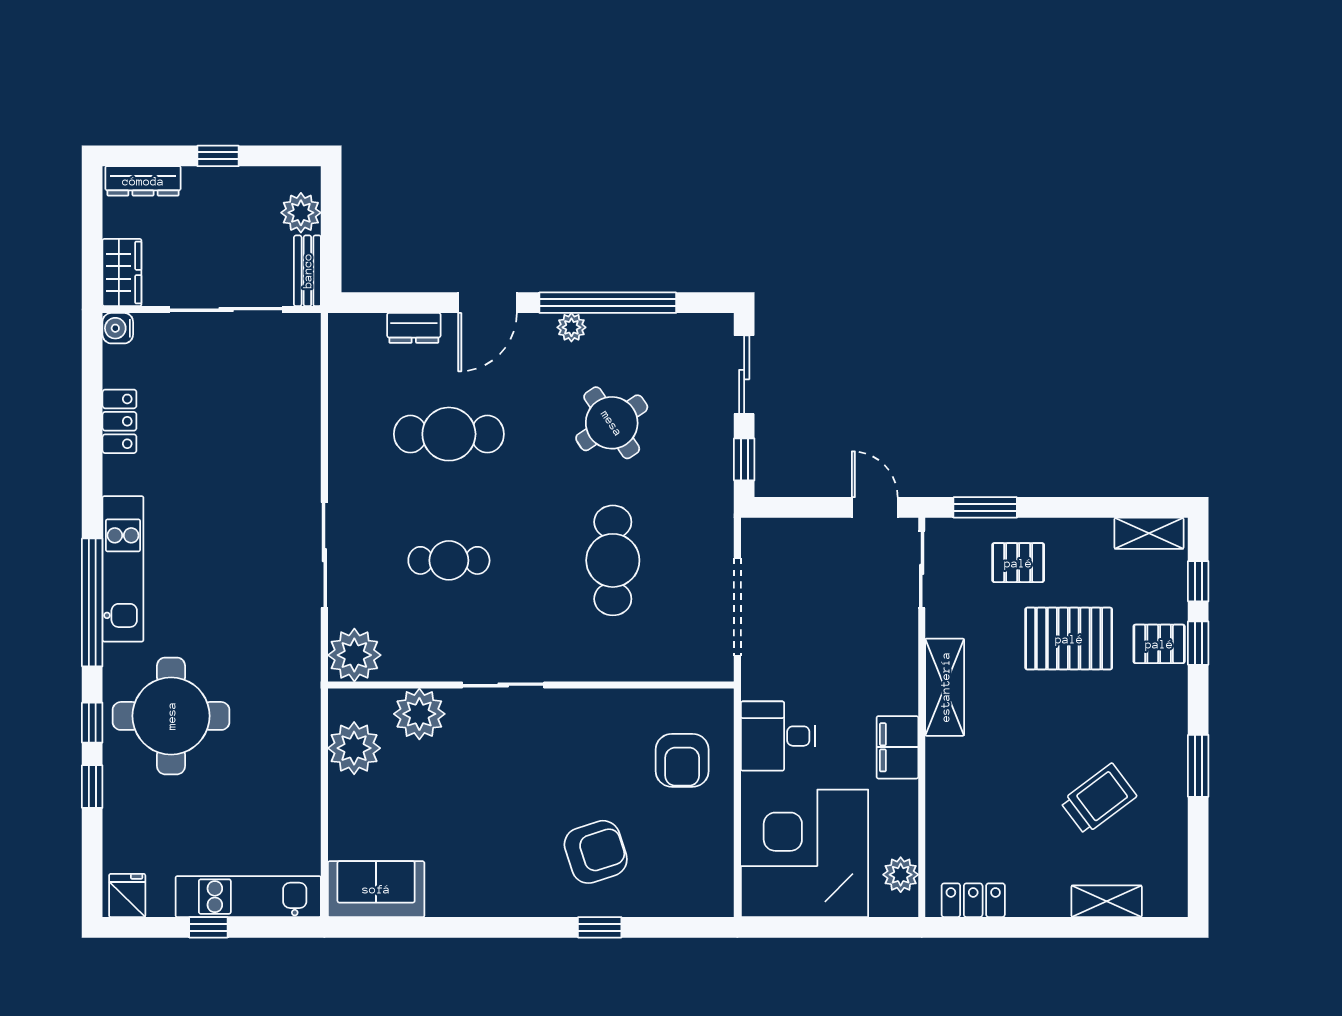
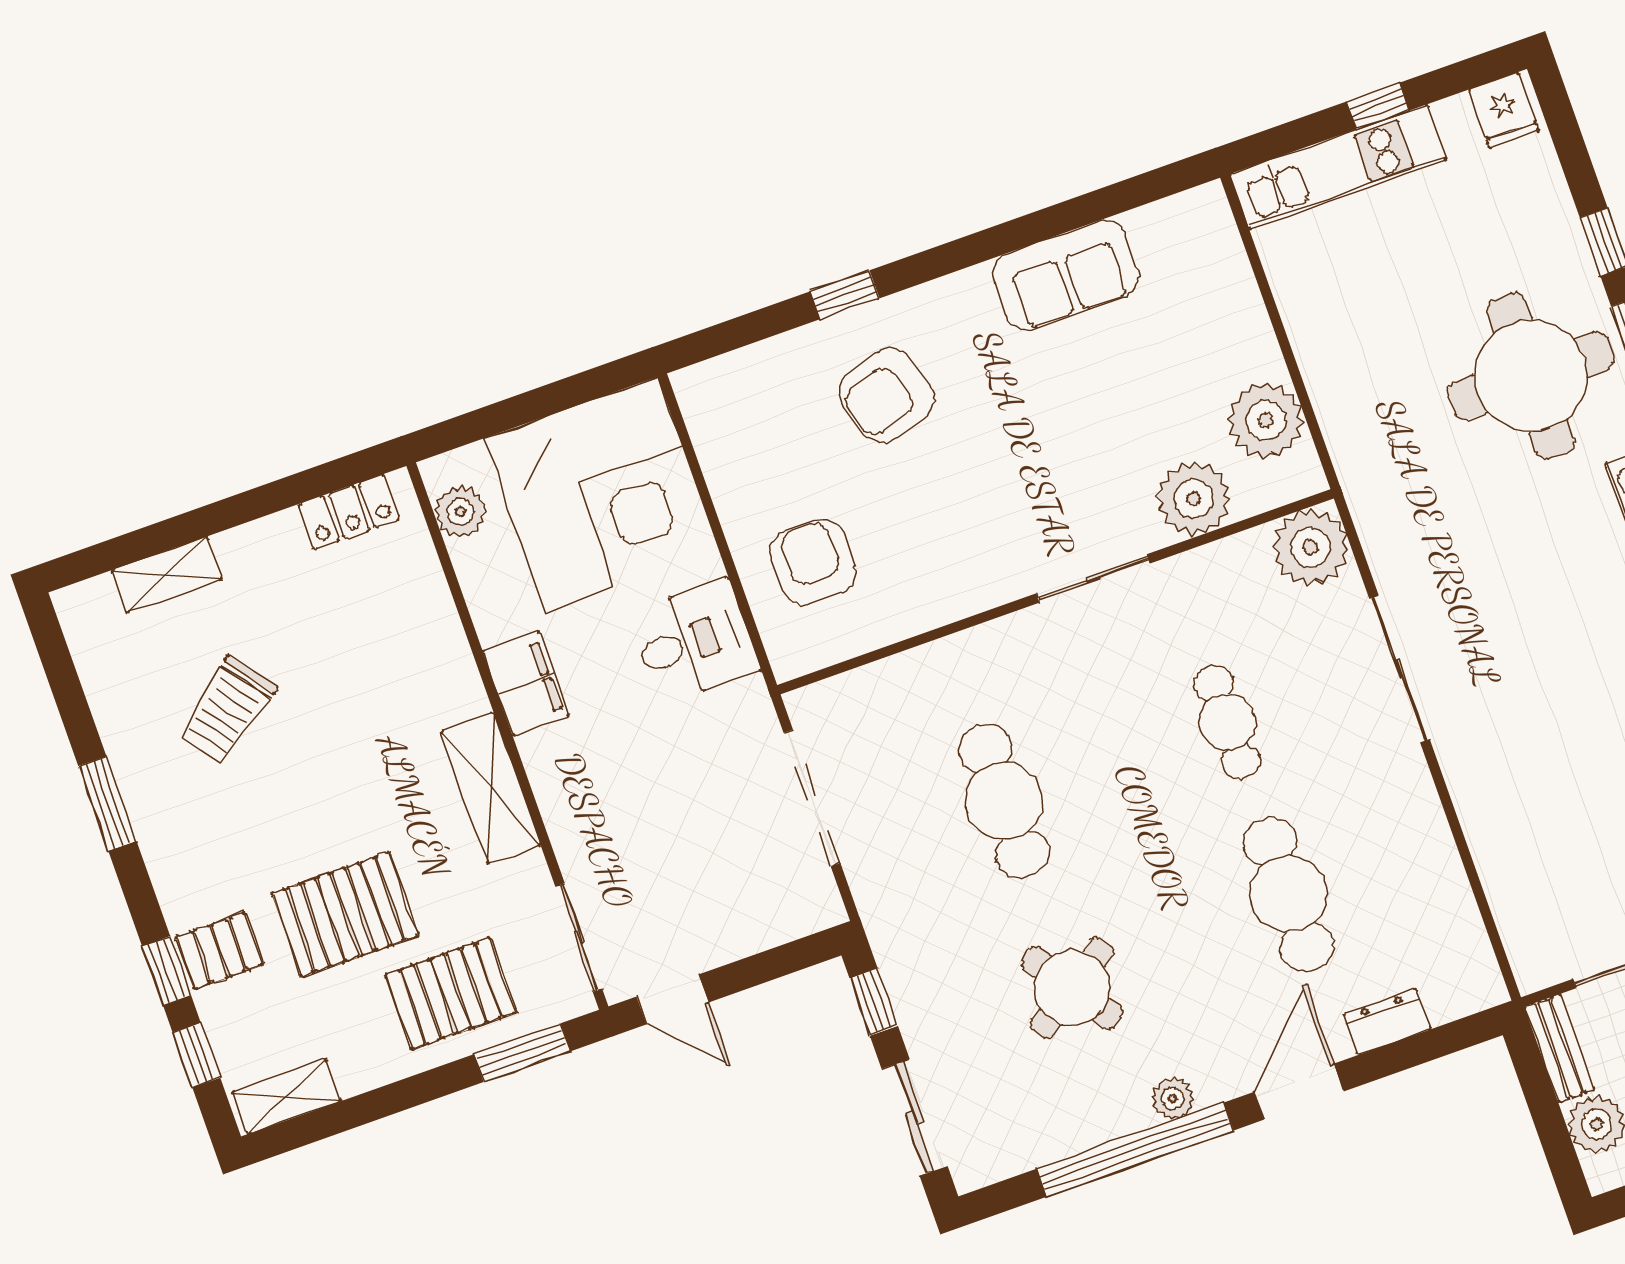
cafe table: (449, 434) -> (1288, 894), turned 90
cafe table: (449, 560) -> (1227, 722), turned 90
pallet: (1018, 563) -> (451, 994), width x1.50, depth x1.42
sofa: (376, 889) -> (1066, 275), moved

